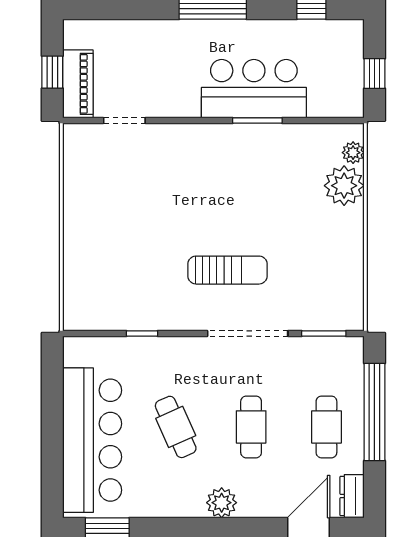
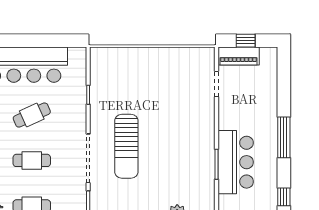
sun lounger: (228, 270) -> (126, 146), width x1.36, depth x1.34

